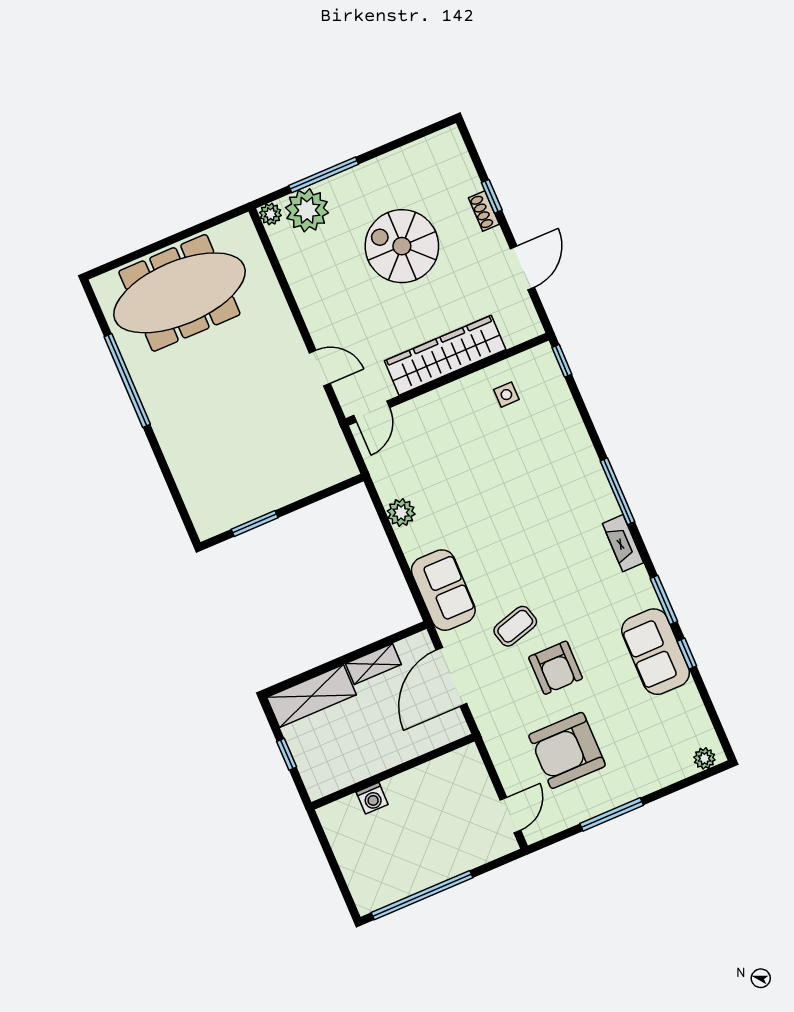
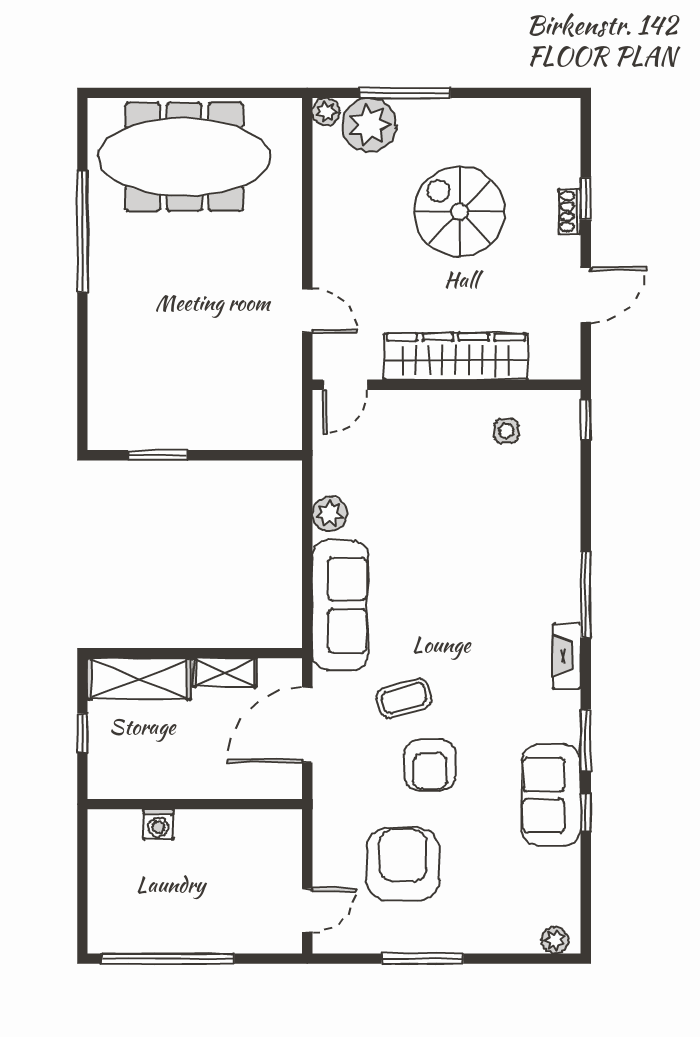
sofa: (443, 590) -> (340, 605), width x1.36
armchair: (567, 750) -> (403, 864), turned 90

